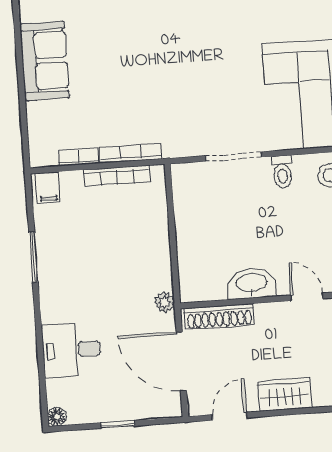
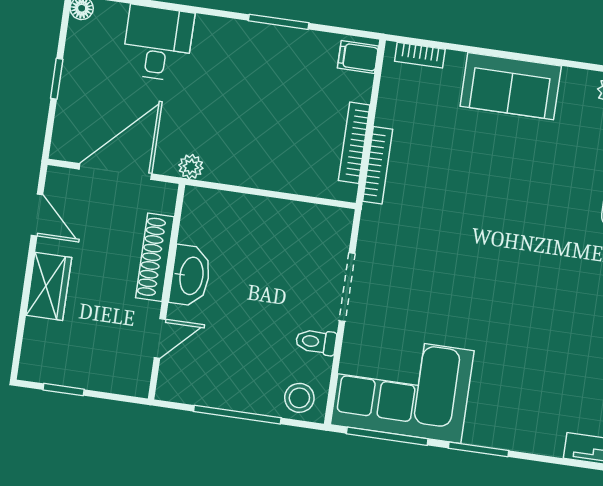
bookcase: (78, 157) -> (420, 55), moved, turned 90
shoe rack: (219, 317) -> (155, 257), moved

